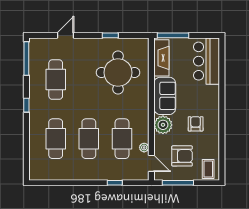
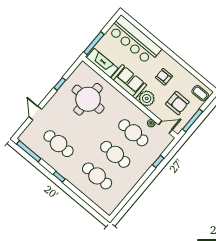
bar counter: (207, 61) -> (134, 40), width x1.36
armchair: (182, 156) -> (177, 103), turned 90

